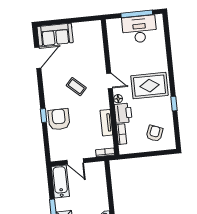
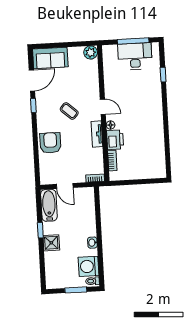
plant: (95, 27) -> (91, 52), added
rug: (149, 86) -> (143, 113), removed
window: (174, 104) -> (163, 75), moved
window: (44, 115) -> (33, 106), moved
tv unit: (106, 123) -> (97, 134), moved
armchair: (154, 133) -> (145, 161), removed

